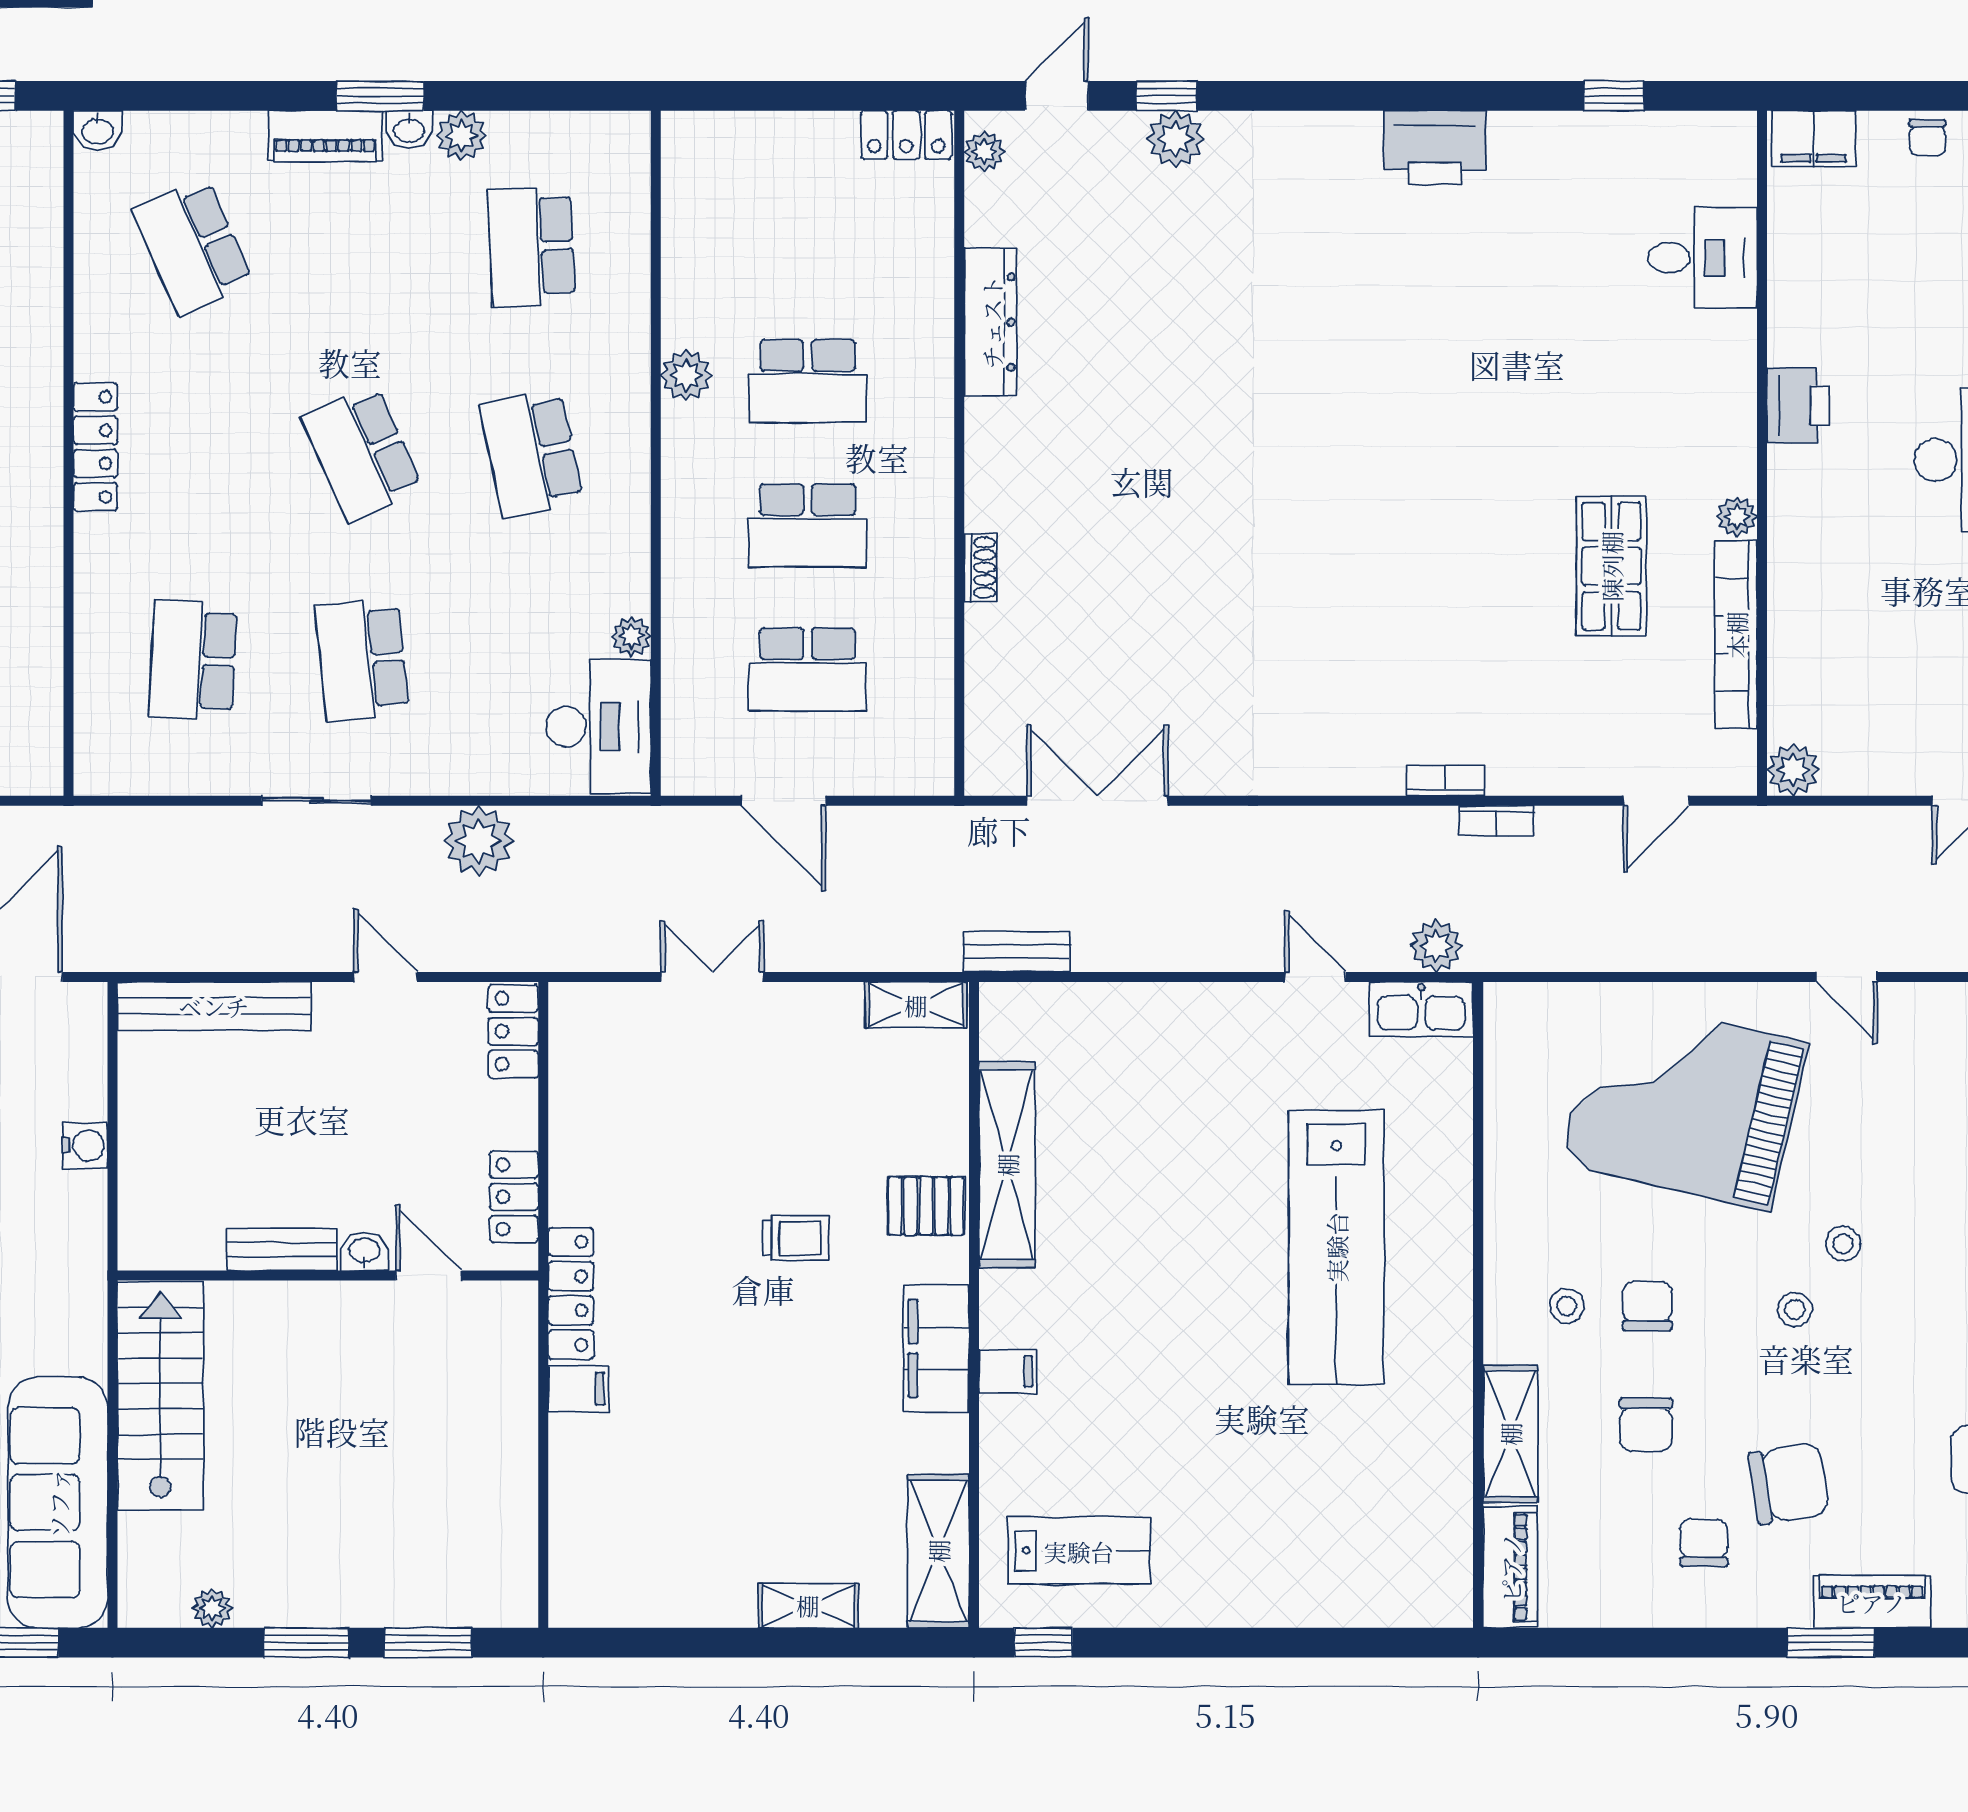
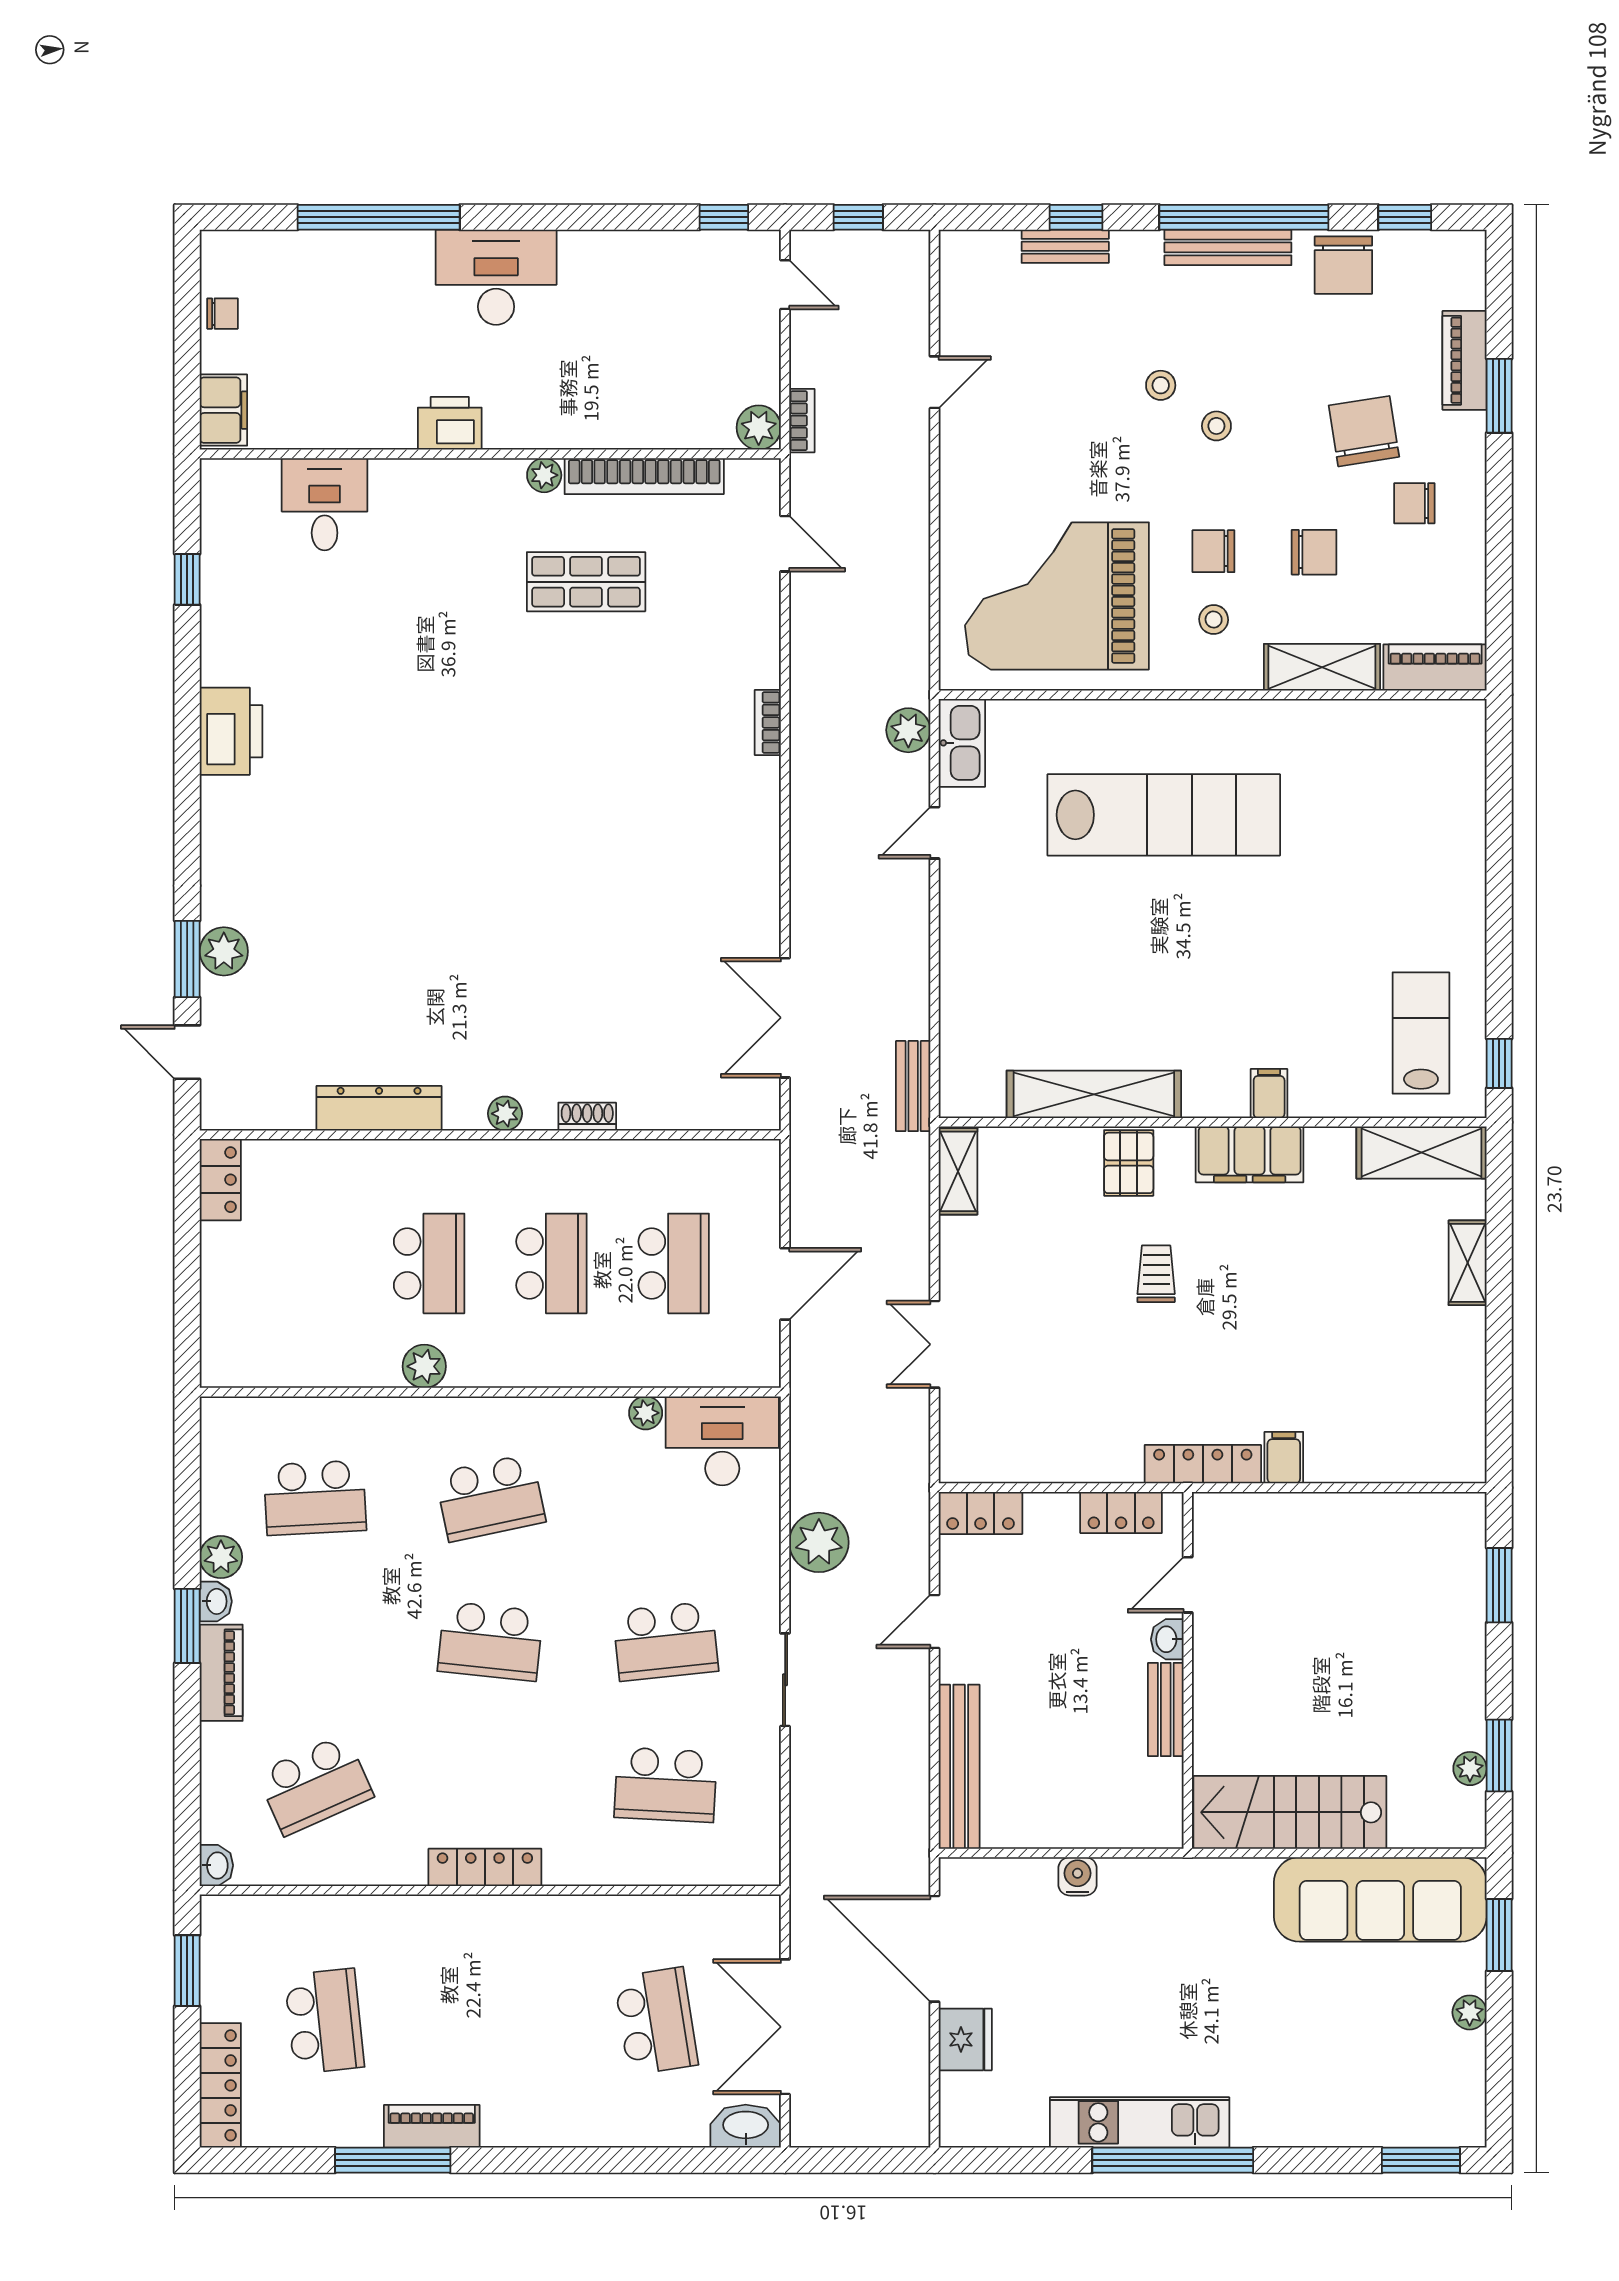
window: (1166, 96) -> (187, 959), width x1.50
plant: (984, 151) -> (505, 1114), moved
school desk: (362, 453) -> (490, 1641), turned 30
bookcase: (1496, 821) -> (802, 421), moved
grand piano: (1684, 1104) -> (1057, 596), moved, turned 77
window: (306, 1643) -> (1499, 1756), moved

